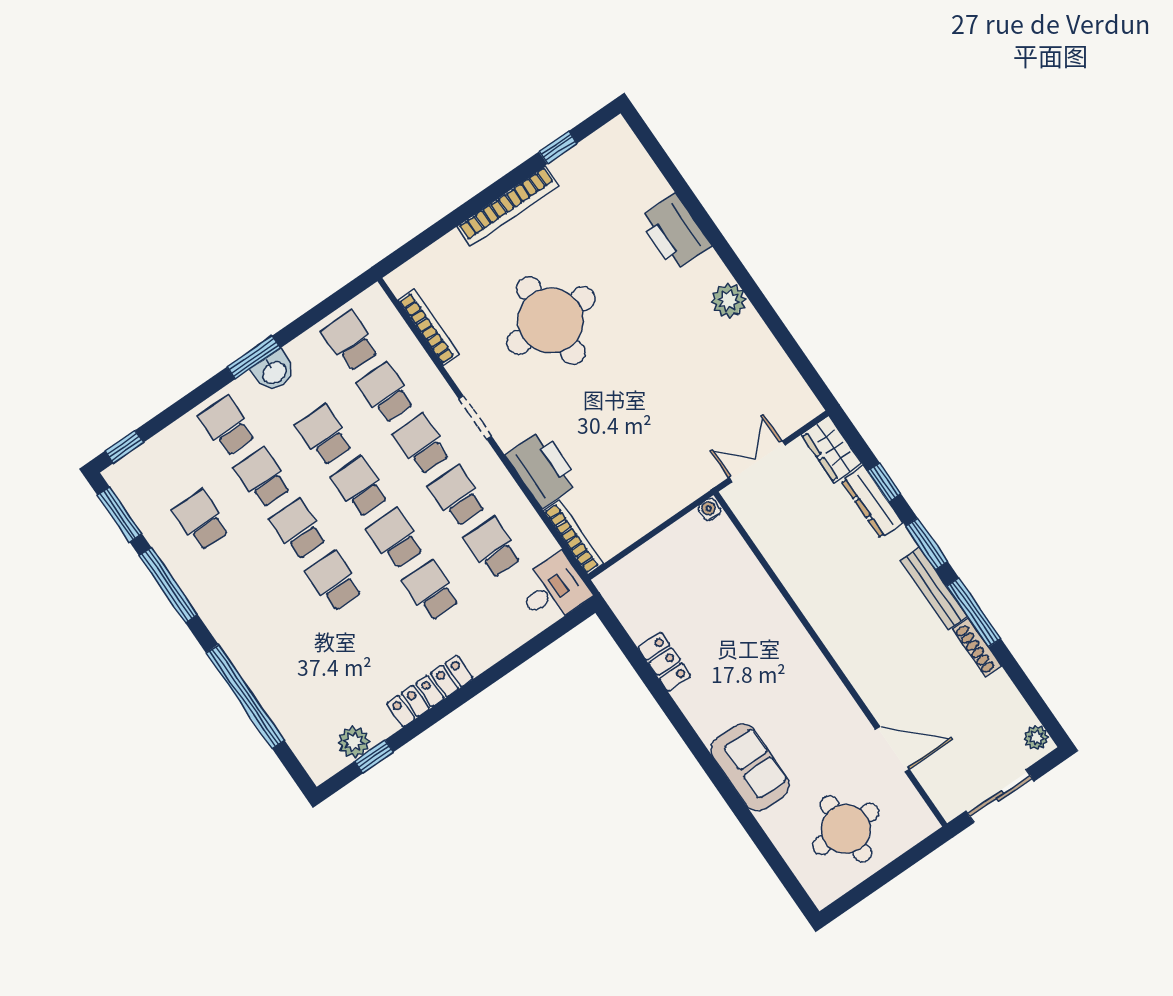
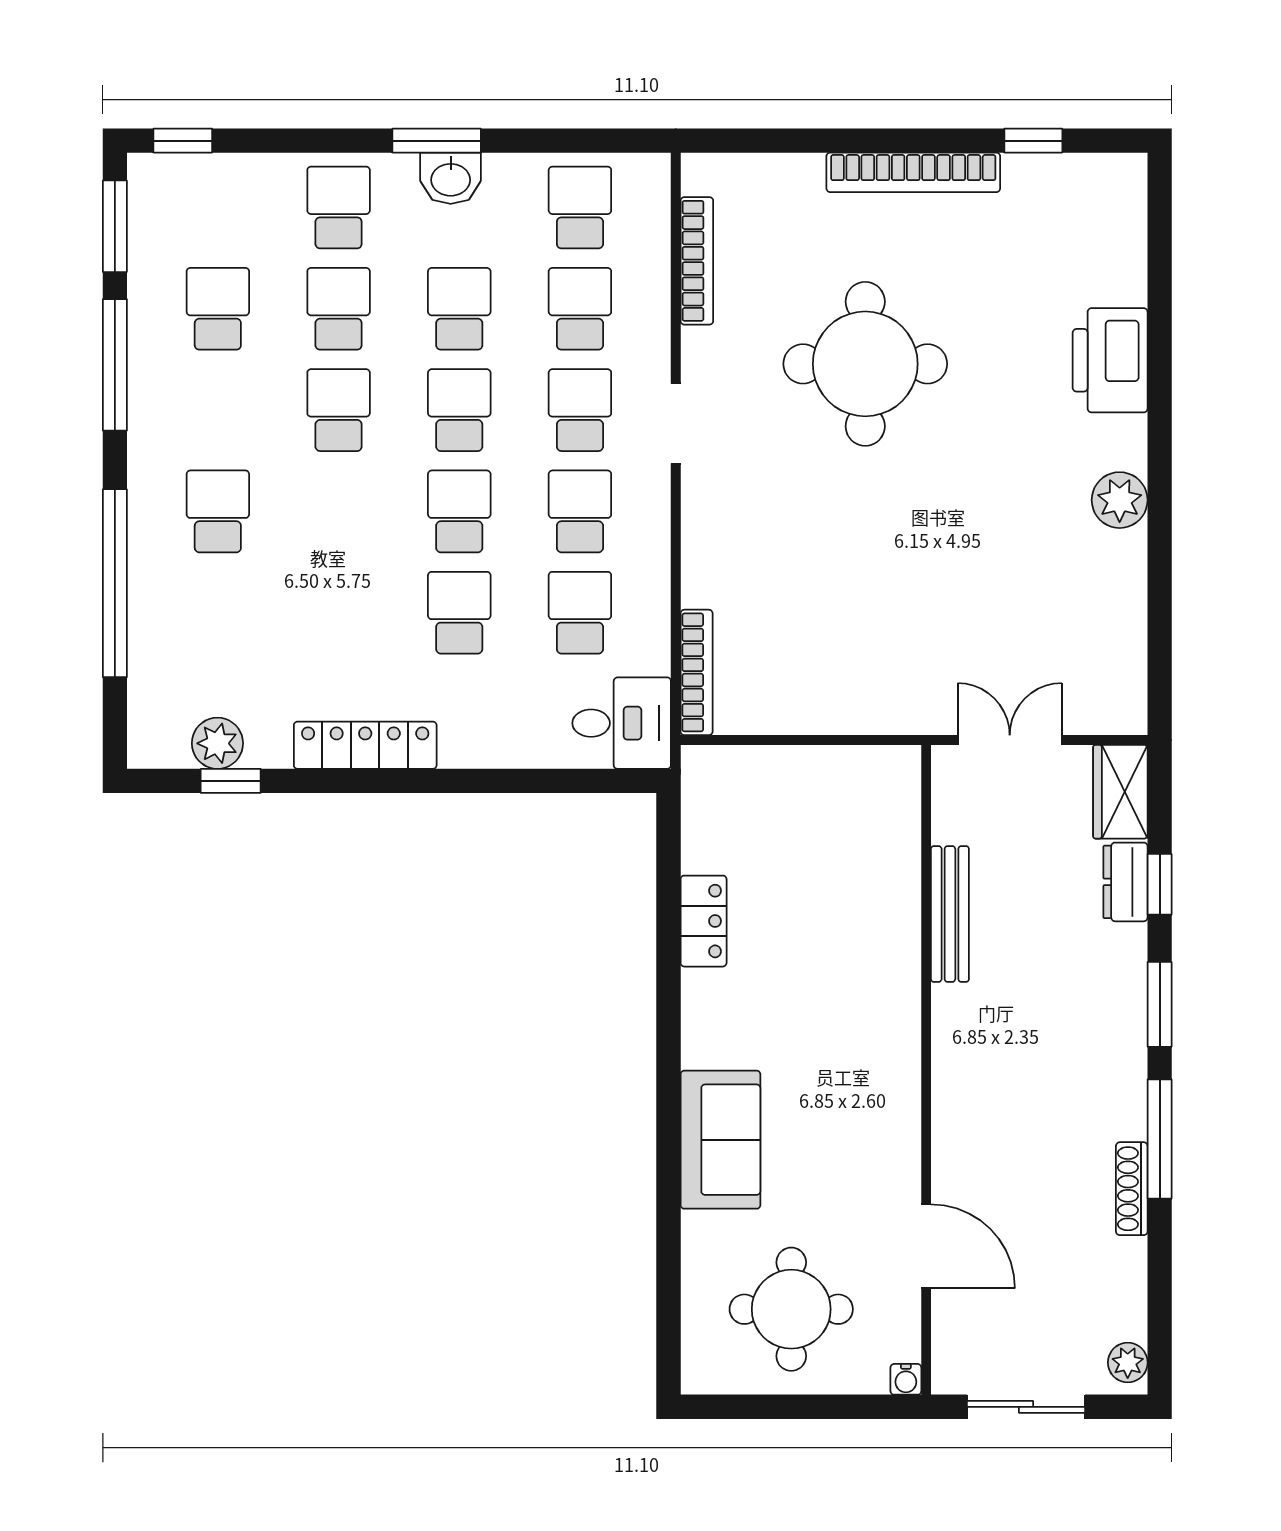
printer: (543, 469) -> (718, 553), removed
dresser: (872, 502) -> (1125, 882), width x0.70
water cooler: (709, 509) -> (906, 1379), moved, turned 180
school desk: (334, 581) -> (218, 511), moved
bench: (934, 588) -> (950, 914), moved

